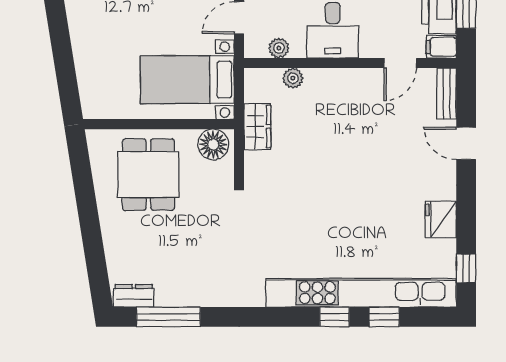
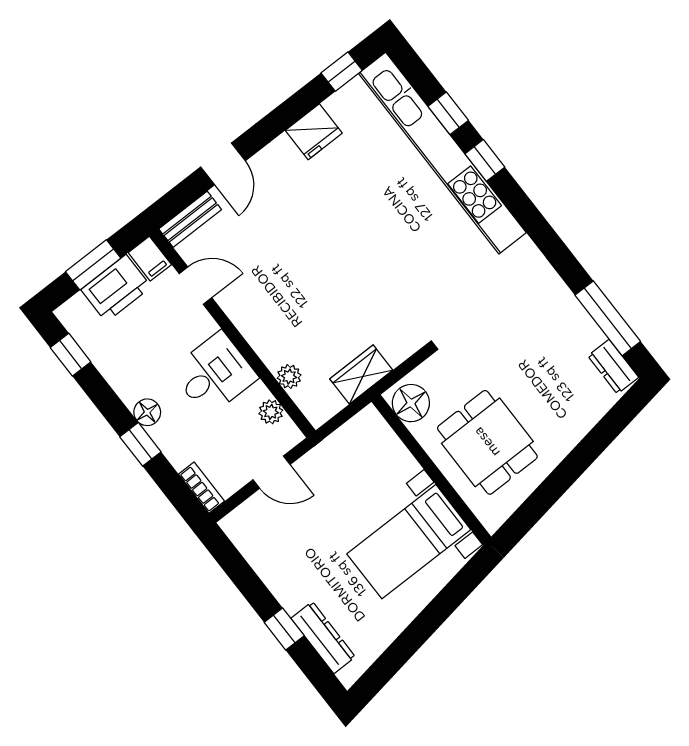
bed with nightstands: (187, 80) -> (409, 542), moved, turned 90
dining table: (148, 175) -> (487, 442), turned 90

